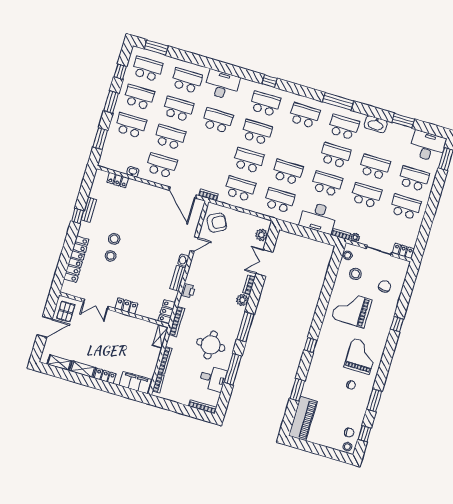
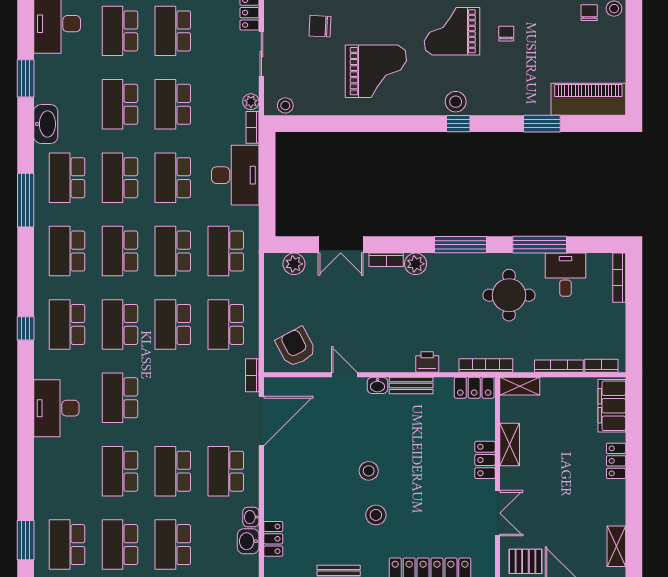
school desk: (187, 81) -> (120, 251), moved
washbasin: (120, 166) -> (248, 541), added
stool: (111, 256) -> (369, 471), moved
stool: (355, 274) -> (456, 102), moved
grand piano: (352, 309) -> (376, 71), turned -90
shelving: (83, 369) -> (510, 444), moved

